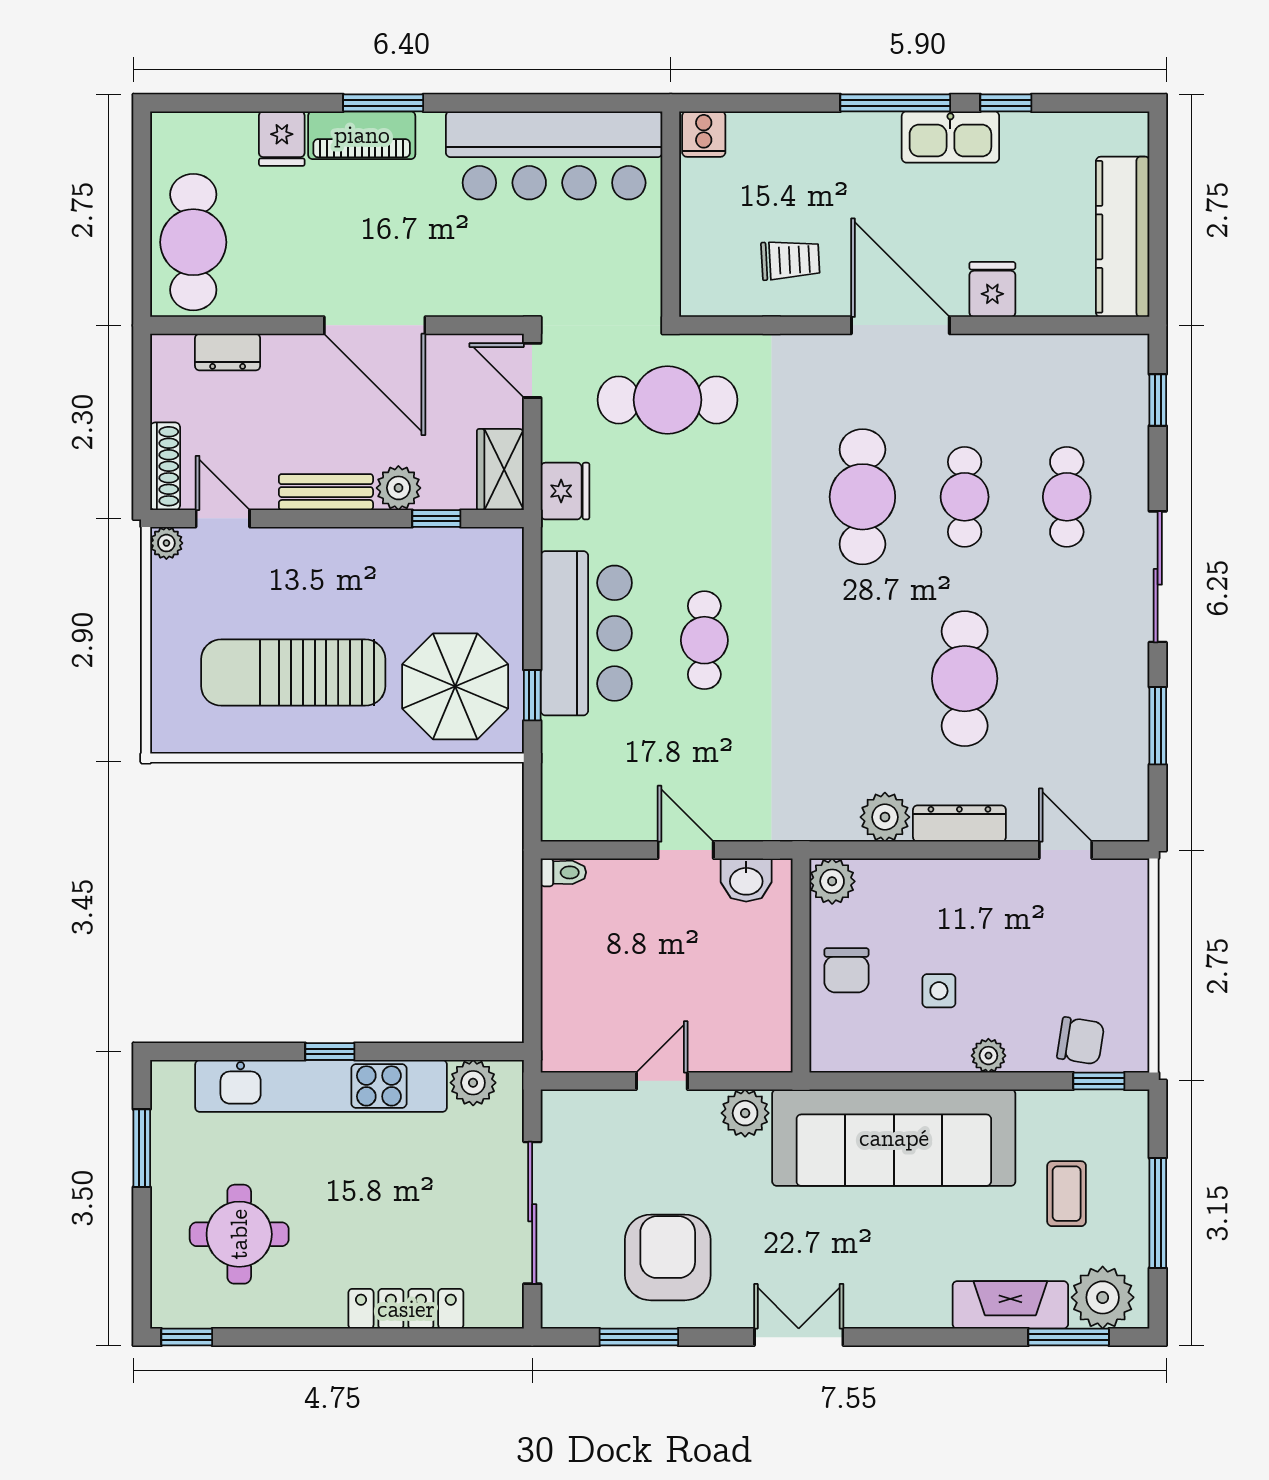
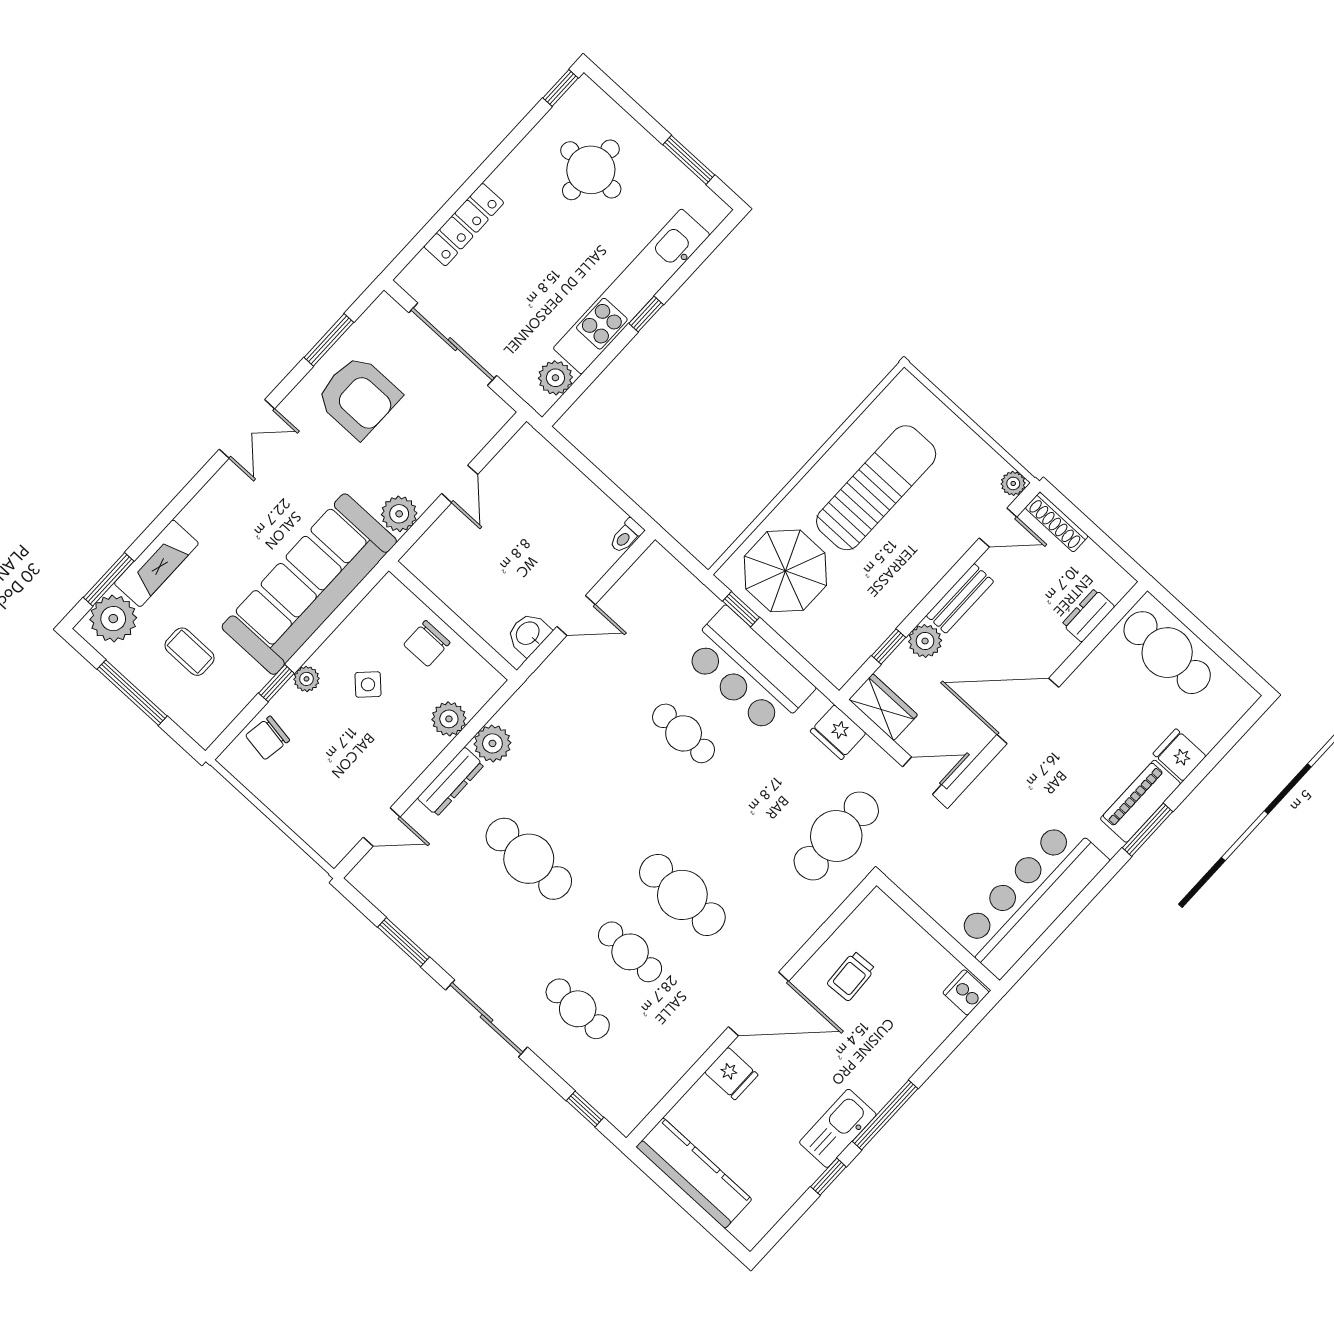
plant: (832, 881) -> (449, 719), moved
chair: (847, 970) -> (427, 644), turned -90
side table: (939, 991) -> (368, 684), turned 45
window: (1099, 1081) -> (276, 683), moved

